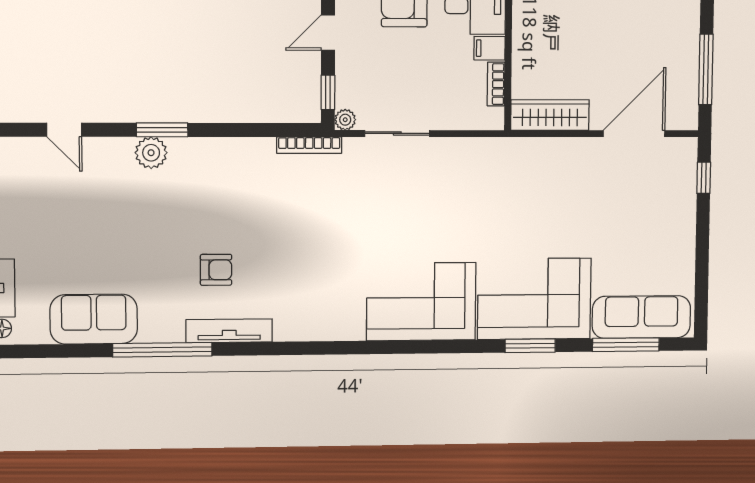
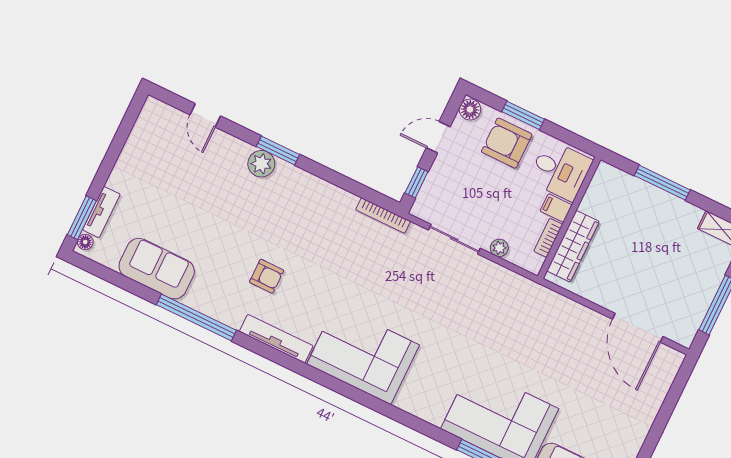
wardrobe: (550, 115) -> (573, 246), moved, turned 90
plant: (345, 120) -> (499, 248), moved
door: (634, 134) -> (638, 328), swing flipped
window: (704, 178) -> (677, 389), removed
corner sofa: (421, 302) -> (363, 355), moved
tv unit: (229, 331) -> (276, 339), moved

